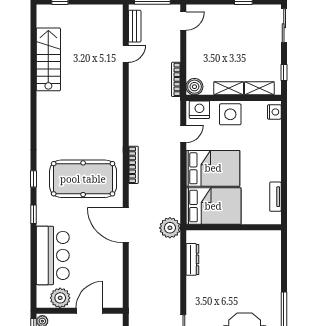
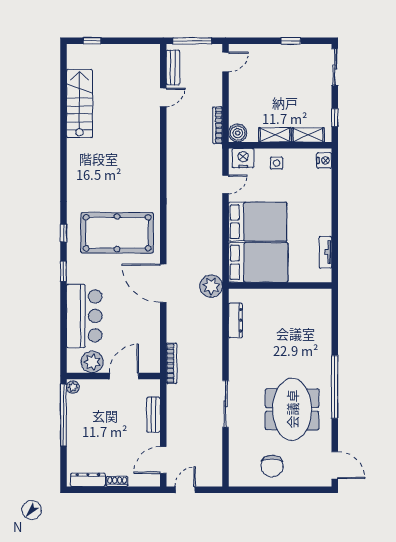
side table: (230, 114) -> (277, 163), width x0.54, depth x0.54
bookcase: (133, 165) -> (172, 363), moved

